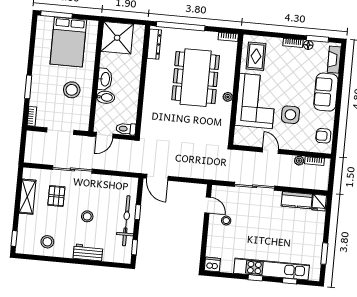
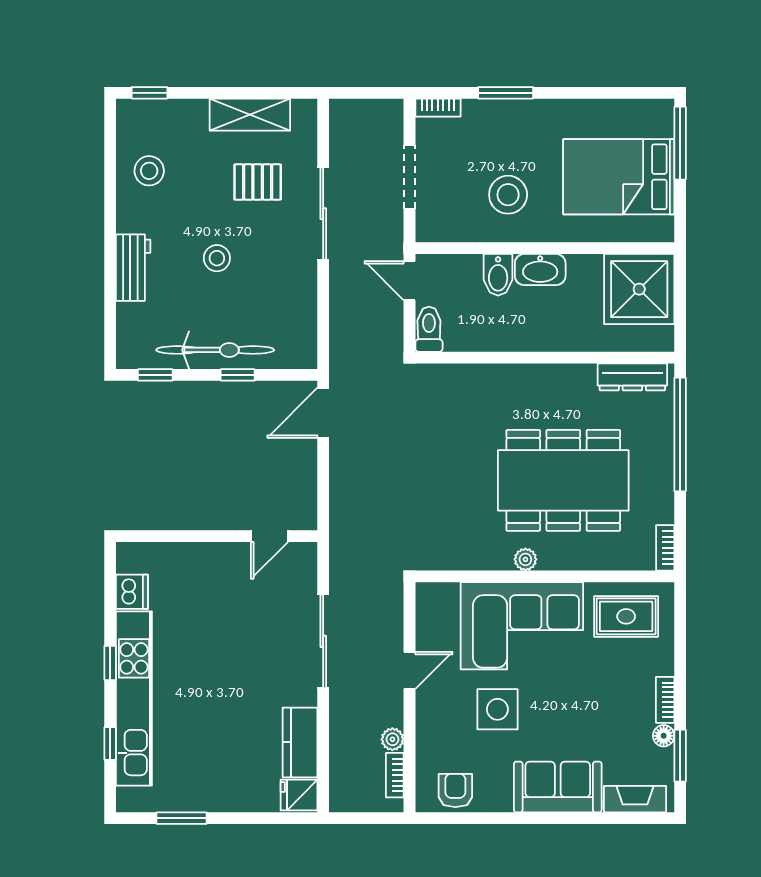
stool: (226, 221) -> (237, 583), removed
dishwasher: (212, 264) -> (132, 592), moved

